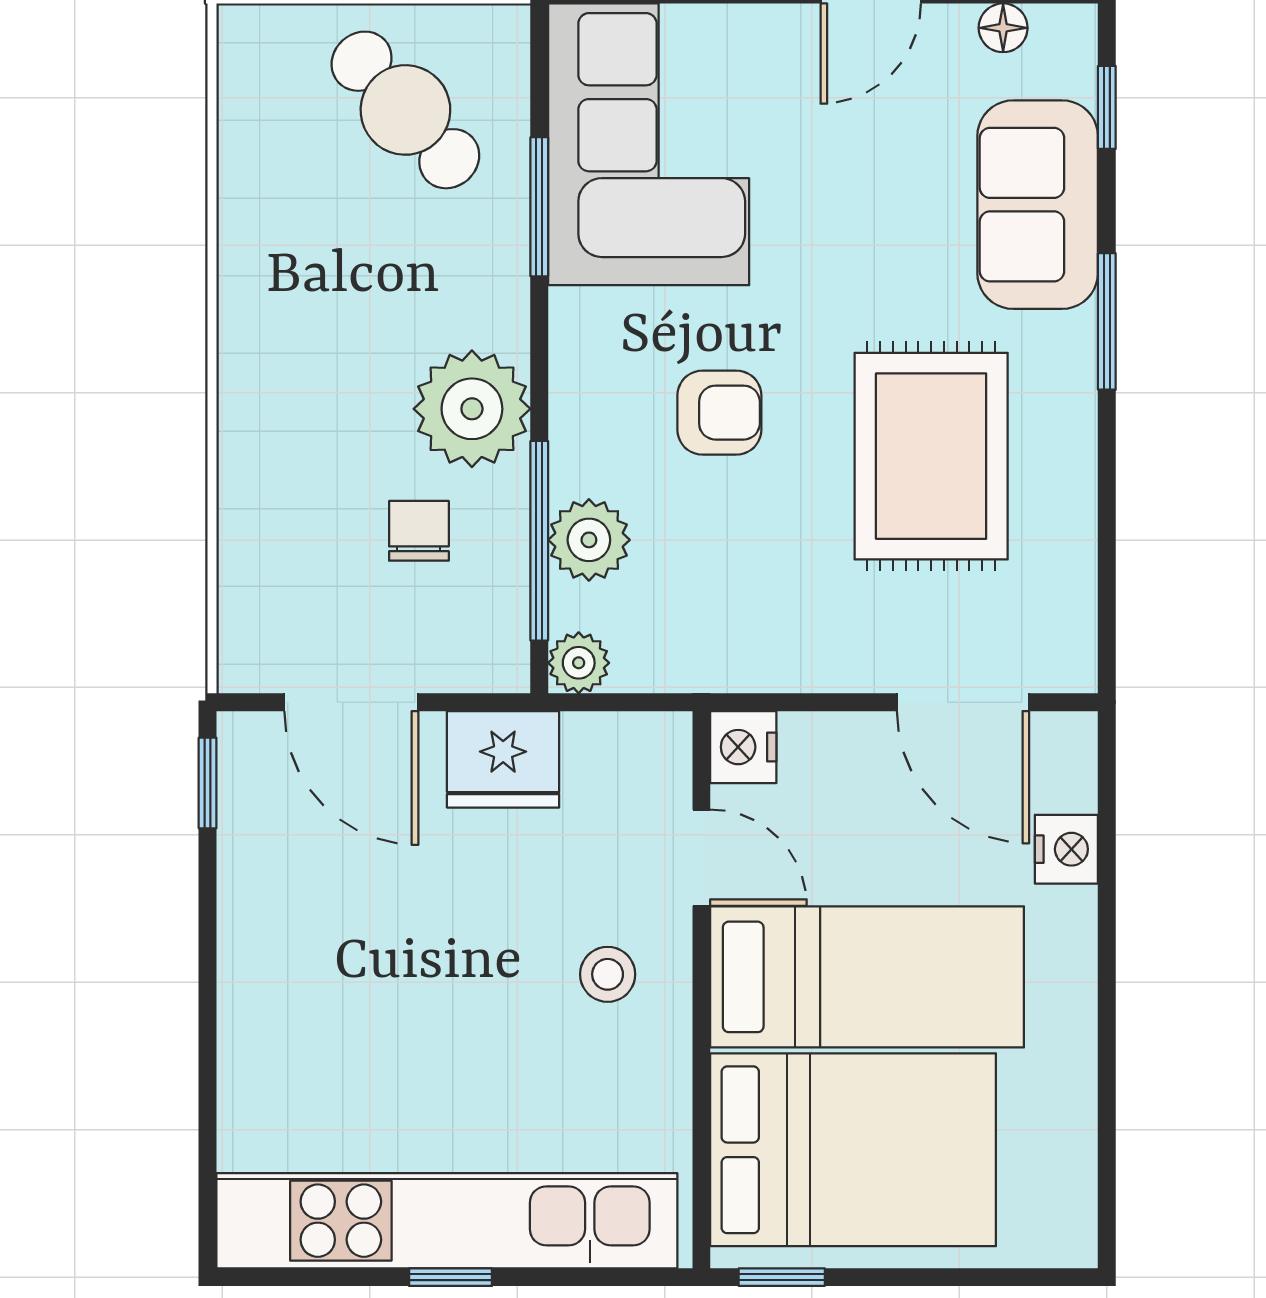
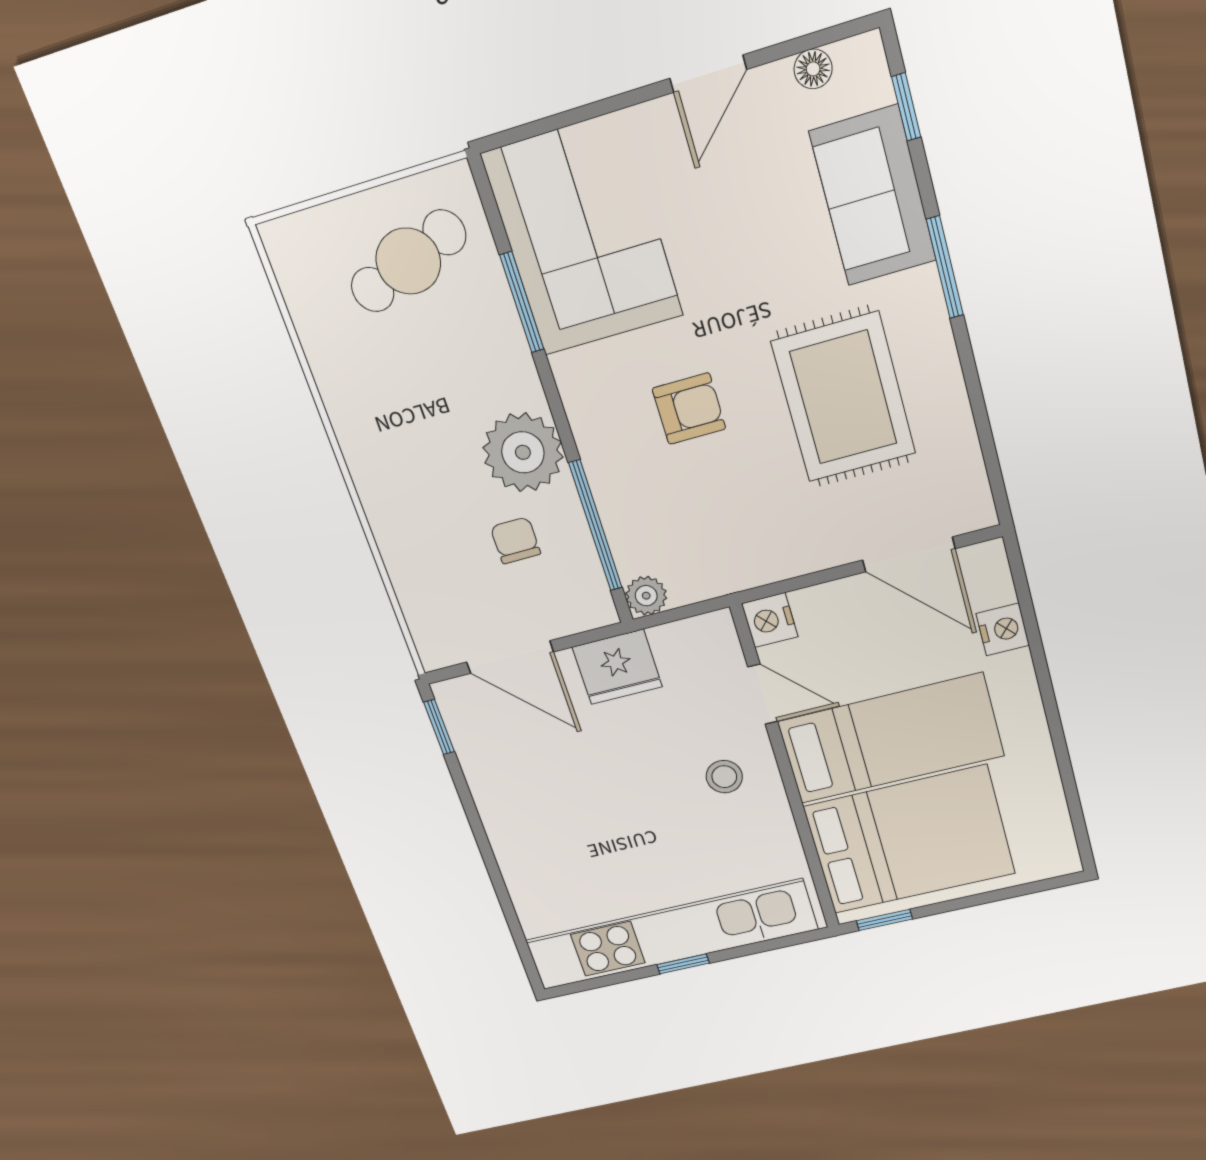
cafe table: (405, 110) -> (408, 261), turned -68
plant: (589, 540) -> (628, 516), removed

